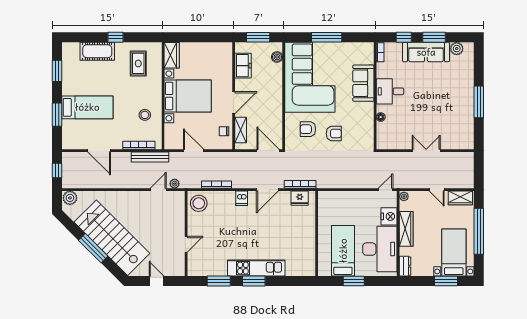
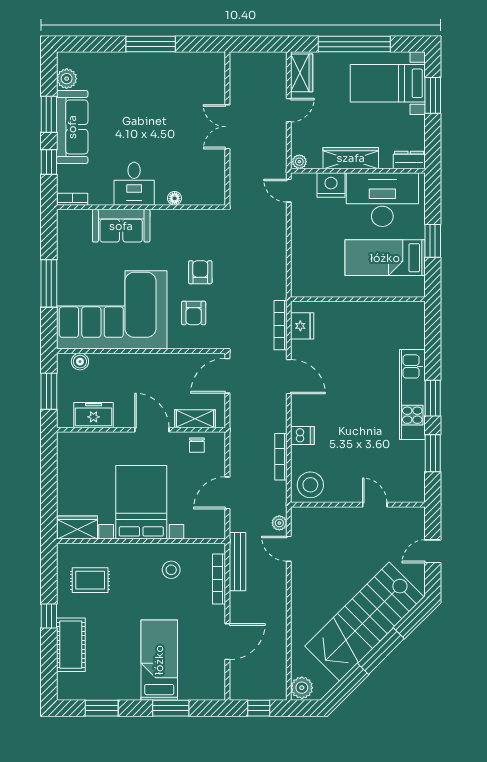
dishwasher: (242, 198) -> (302, 435), moved

